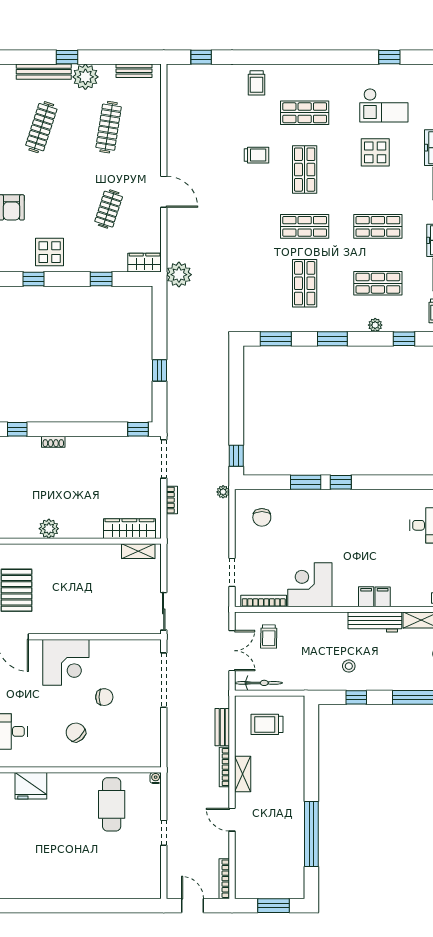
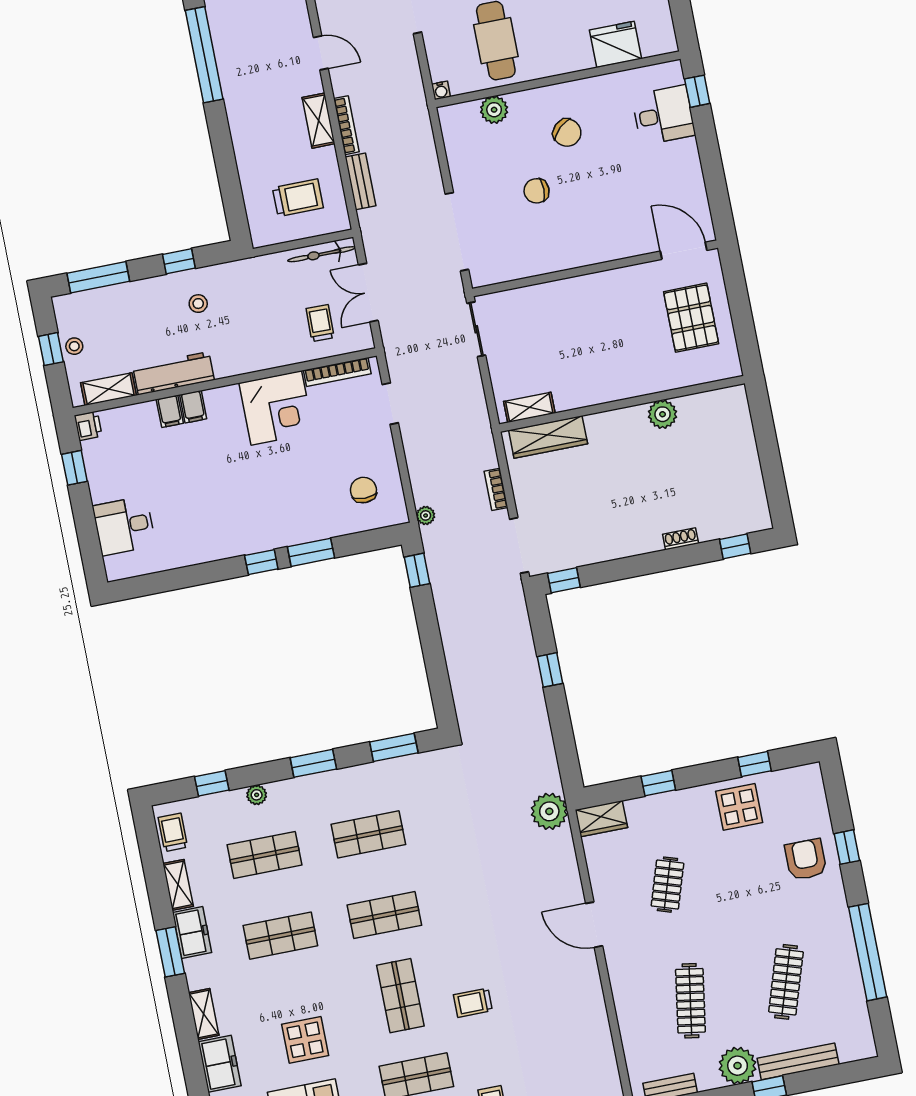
shop shelf: (305, 283) -> (368, 834), turned 90
corner desk: (66, 662) -> (601, 229), removed
plant: (122, 758) -> (494, 110), added

